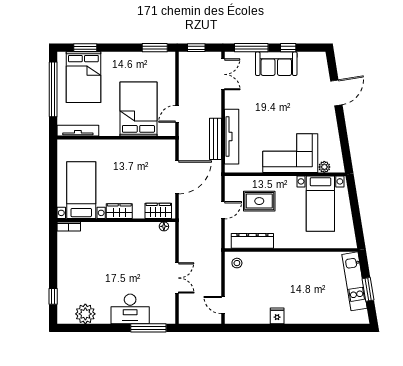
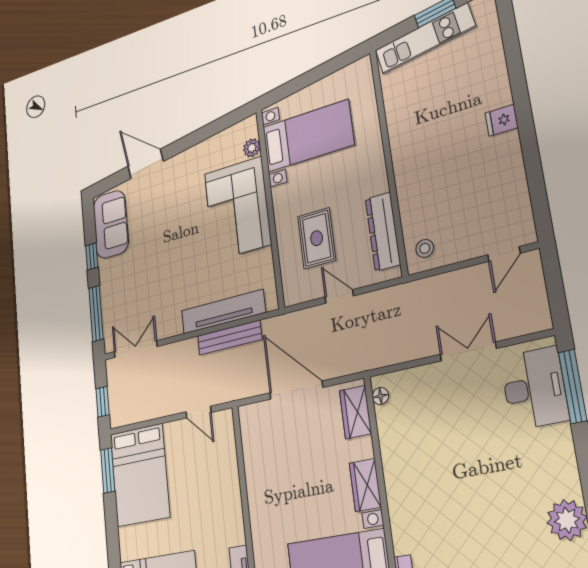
sofa: (276, 64) -> (111, 224), moved
bed: (138, 109) -> (140, 475), moved, turned -90
desk: (130, 309) -> (534, 388), moved
fridge: (277, 316) -> (502, 120), moved

